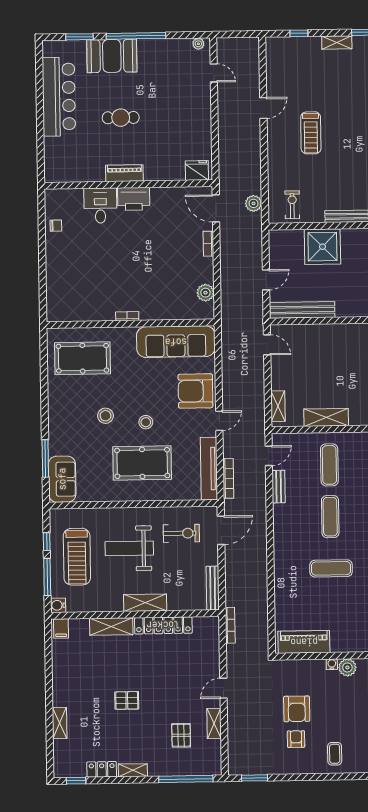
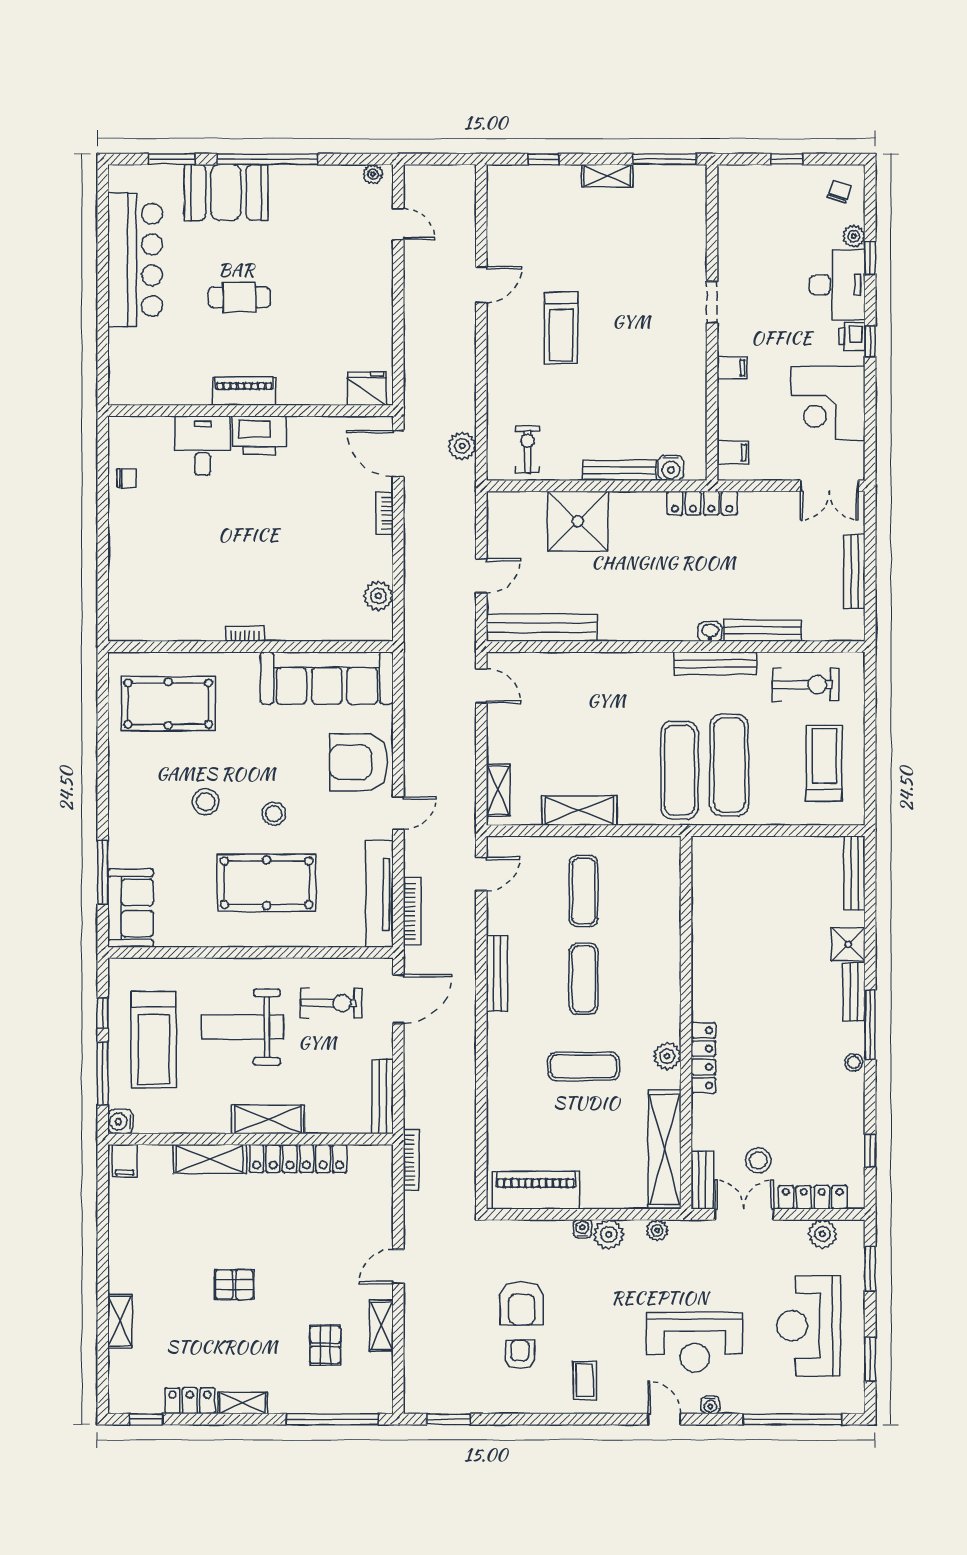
bench: (279, 487) -> (497, 974), moved, width x1.36

